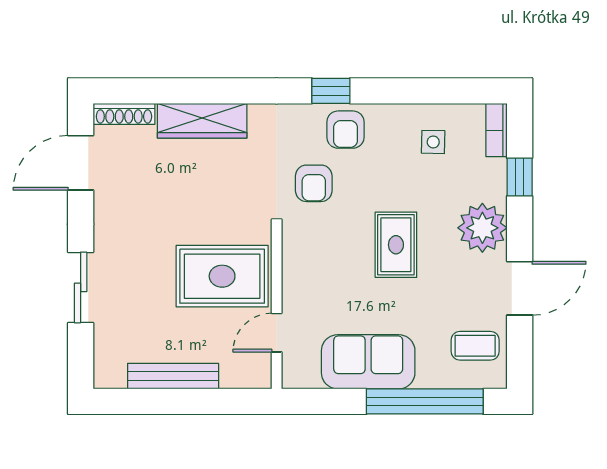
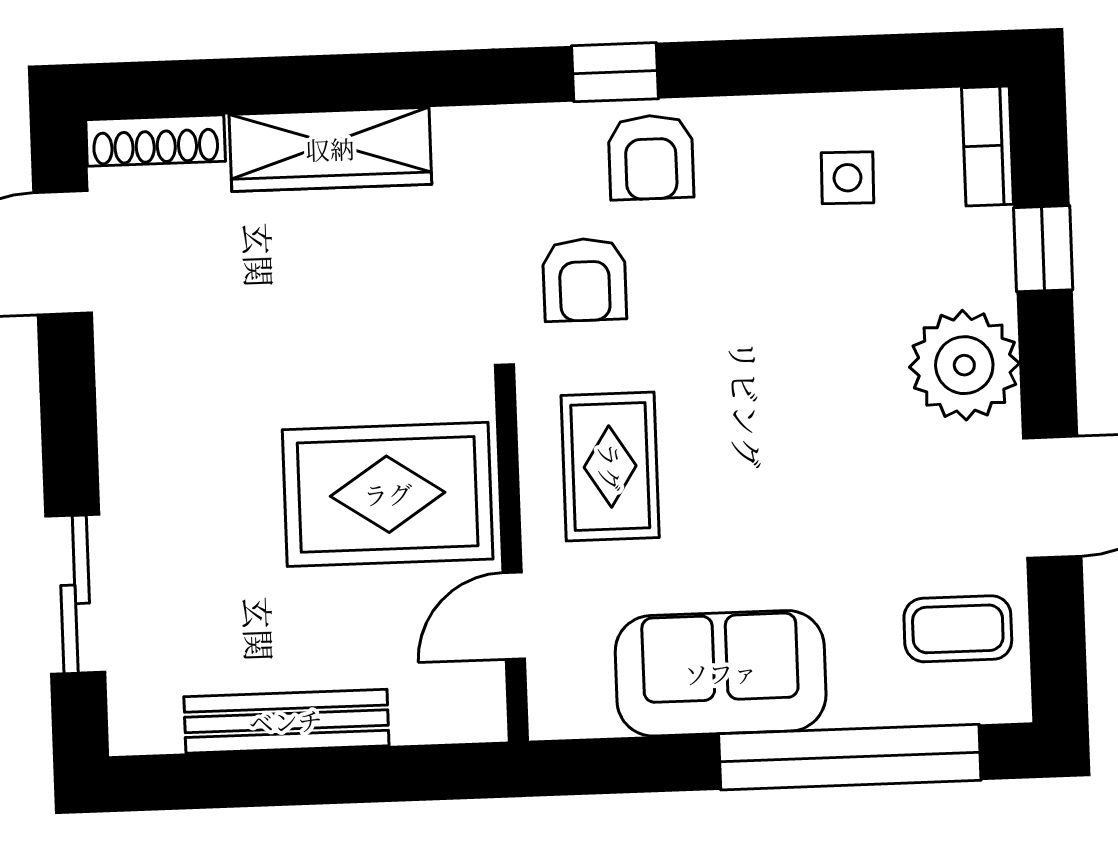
rug: (396, 245) -> (610, 467), moved
sliding door: (81, 287) -> (75, 594), moved

